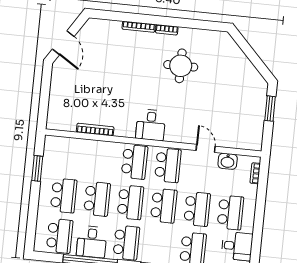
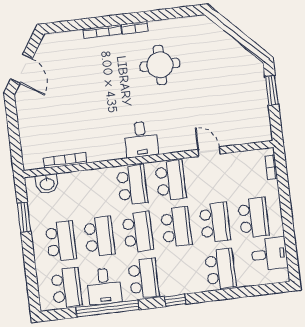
bookcase: (95, 130) -> (65, 160), moved
washbasin: (228, 161) -> (47, 184), moved

